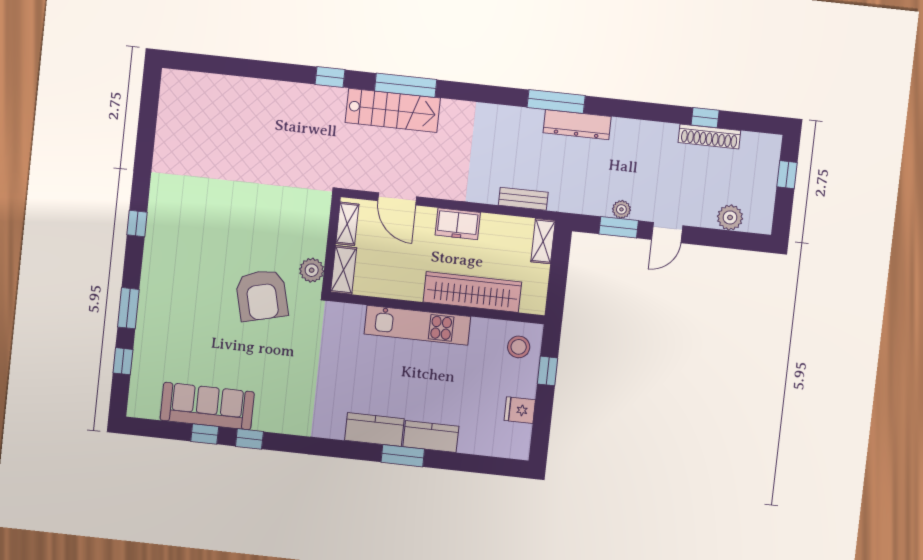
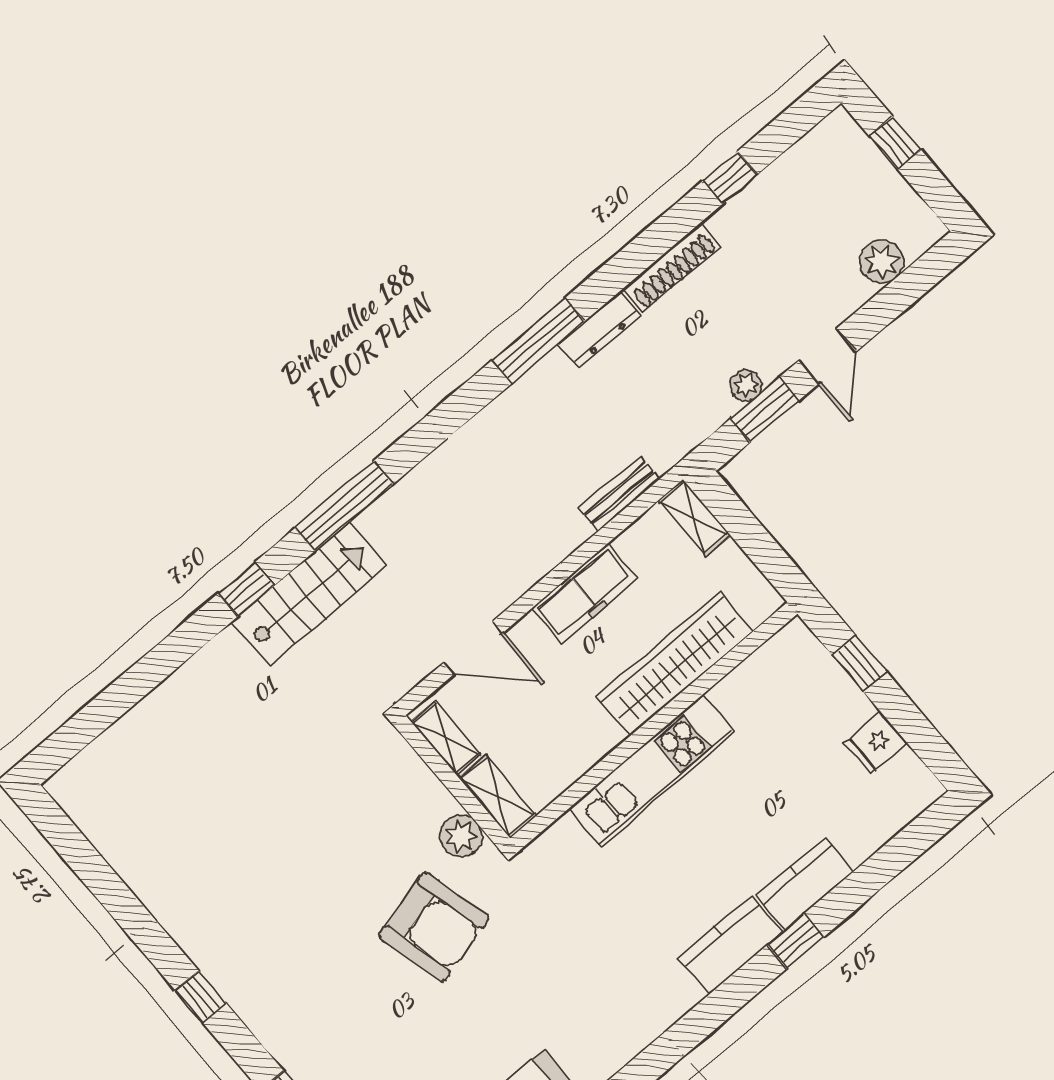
stairs: (393, 110) -> (309, 594), moved
dresser: (577, 125) -> (600, 329), width x0.73, depth x0.80
shoe rack: (709, 137) -> (672, 268), moved
freezer: (458, 224) -> (585, 593), width x1.40
stool: (519, 347) -> (796, 671), removed
window: (403, 456) -> (796, 941), width x0.67

